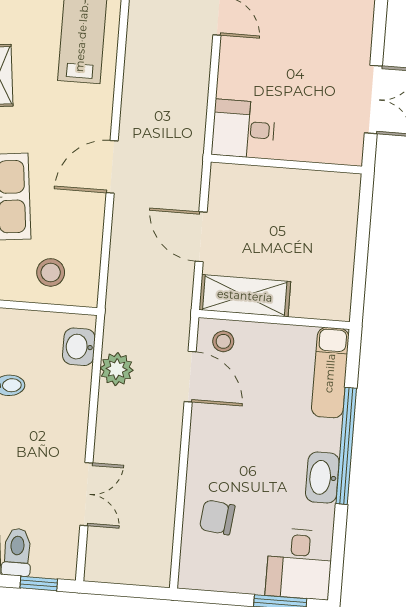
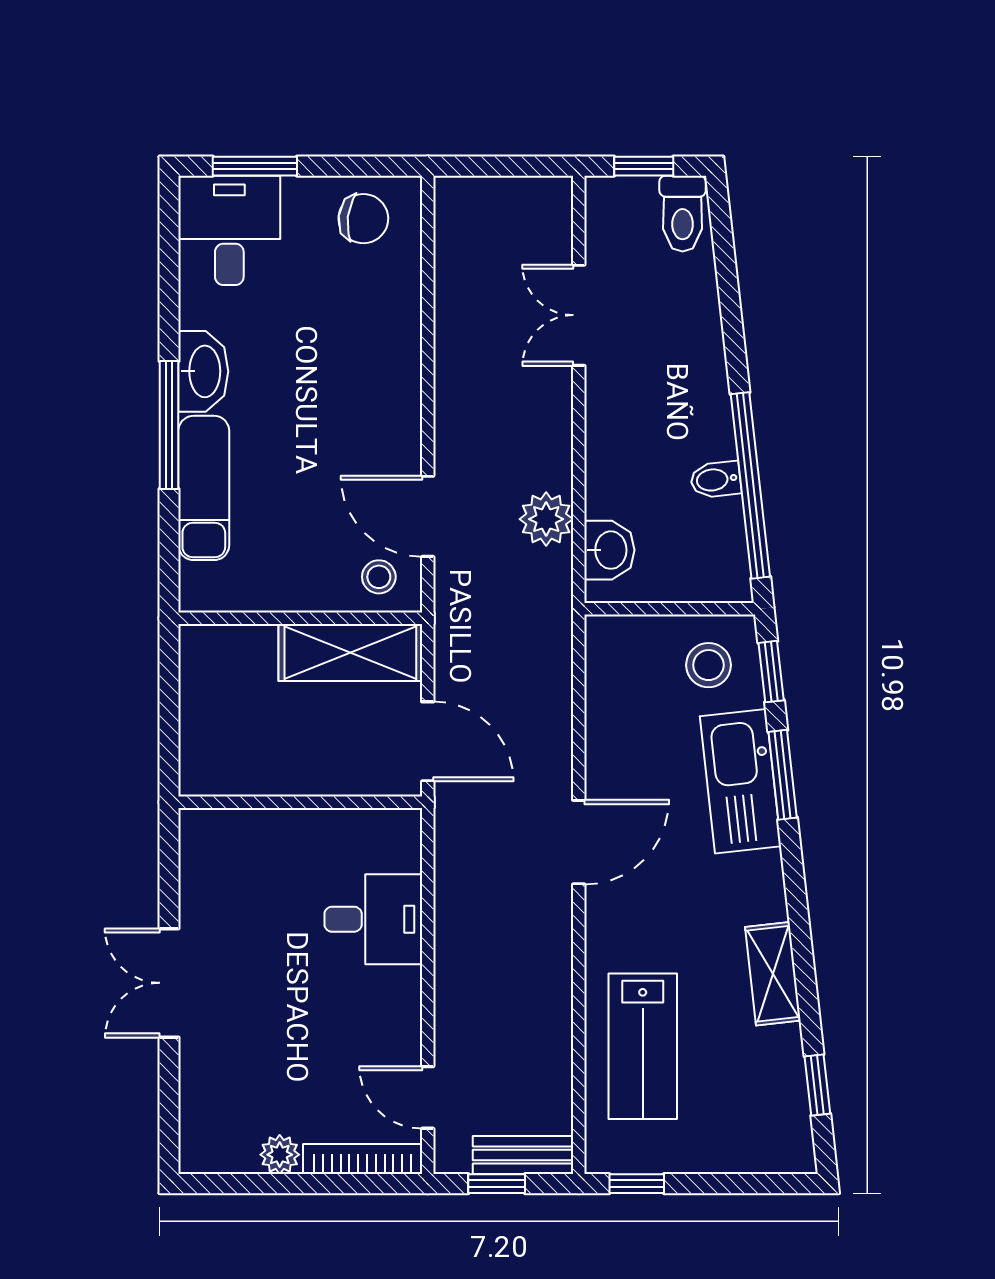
wall: (286, 164) -> (300, 802), moved
stool: (51, 272) -> (708, 665), moved
exam couch: (330, 373) -> (204, 488), moved
window: (346, 446) -> (169, 425), width x0.68
chair: (217, 517) -> (363, 219), moved

